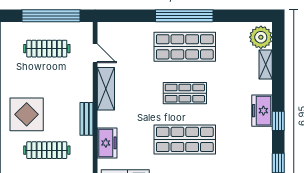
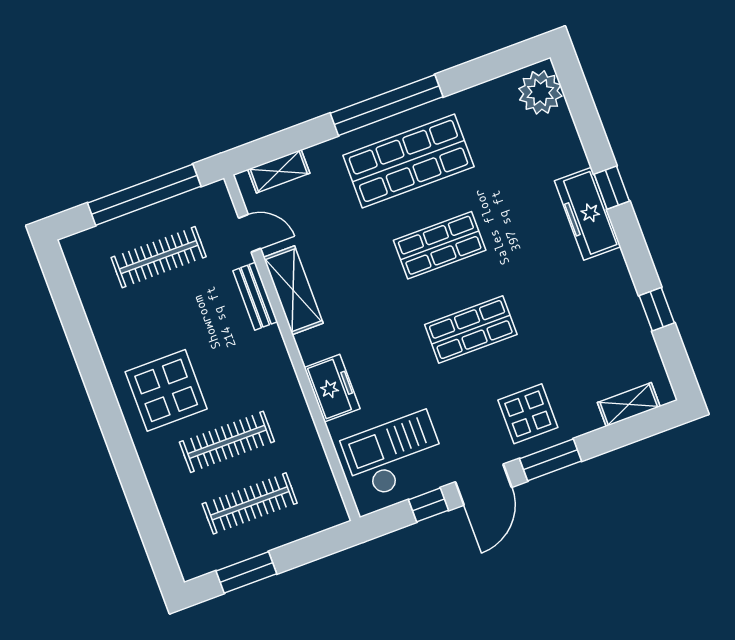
shelving: (266, 64) -> (279, 171), moved, turned 90
freezer: (262, 111) -> (588, 214), width x1.40
bench: (86, 119) -> (255, 296), moved
window: (278, 121) -> (612, 188), moved
shop shelf: (185, 139) -> (471, 330), width x0.70, depth x0.74

